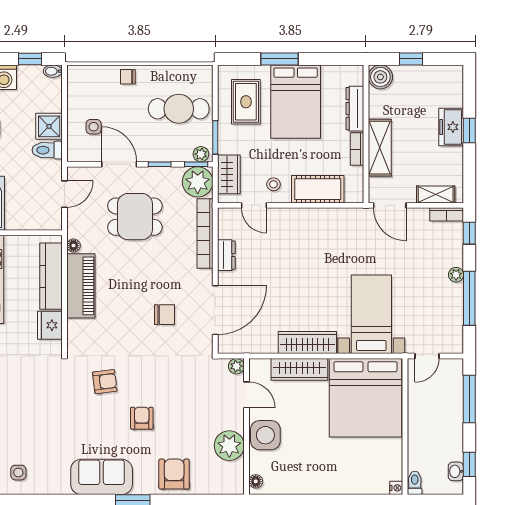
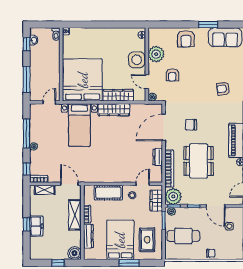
door: (254, 205) -> (143, 184), hinge flipped
dining table: (135, 217) -> (199, 161), moved, width x1.38
armchair: (142, 418) -> (172, 75), moved

